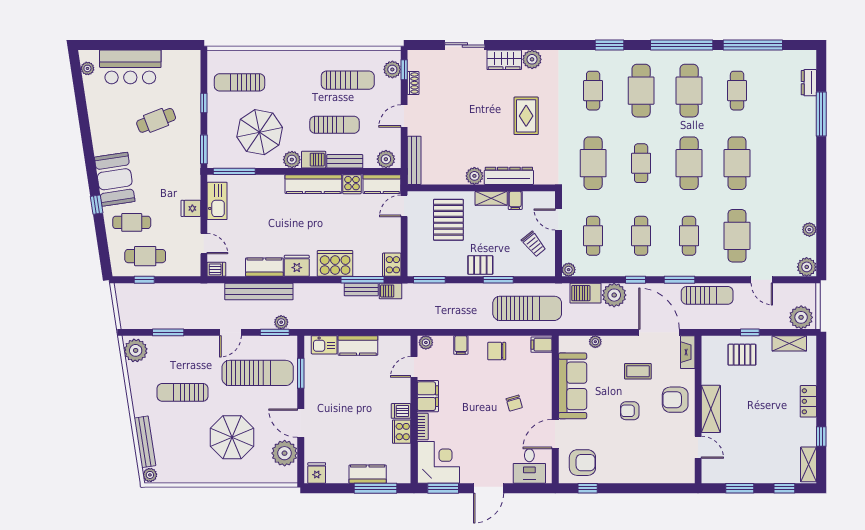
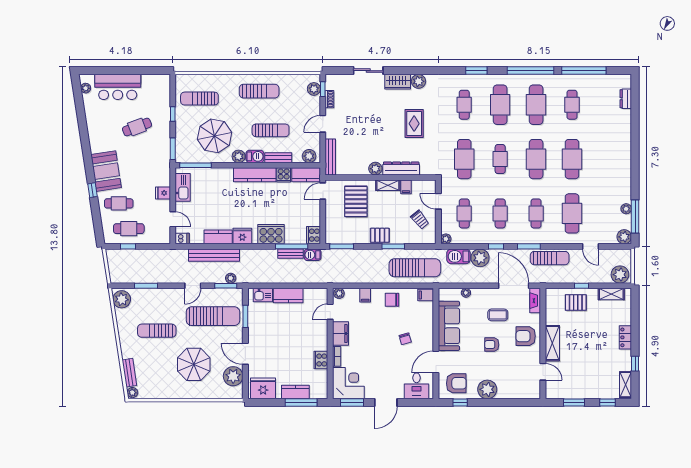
sun lounger: (348, 80) -> (259, 91), moved
window: (821, 114) -> (635, 216), moved
dishwasher: (401, 411) -> (320, 345), removed
bench: (145, 442) -> (129, 373), width x0.73
plant: (624, 471) -> (487, 389), added
fridge: (317, 473) -> (263, 388), width x1.88, depth x1.34

